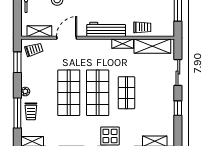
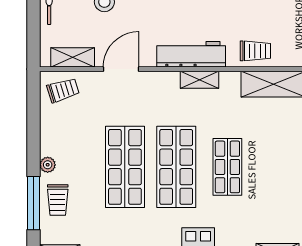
shelving: (123, 44) -> (200, 80), moved
window: (17, 62) -> (34, 113), removed

